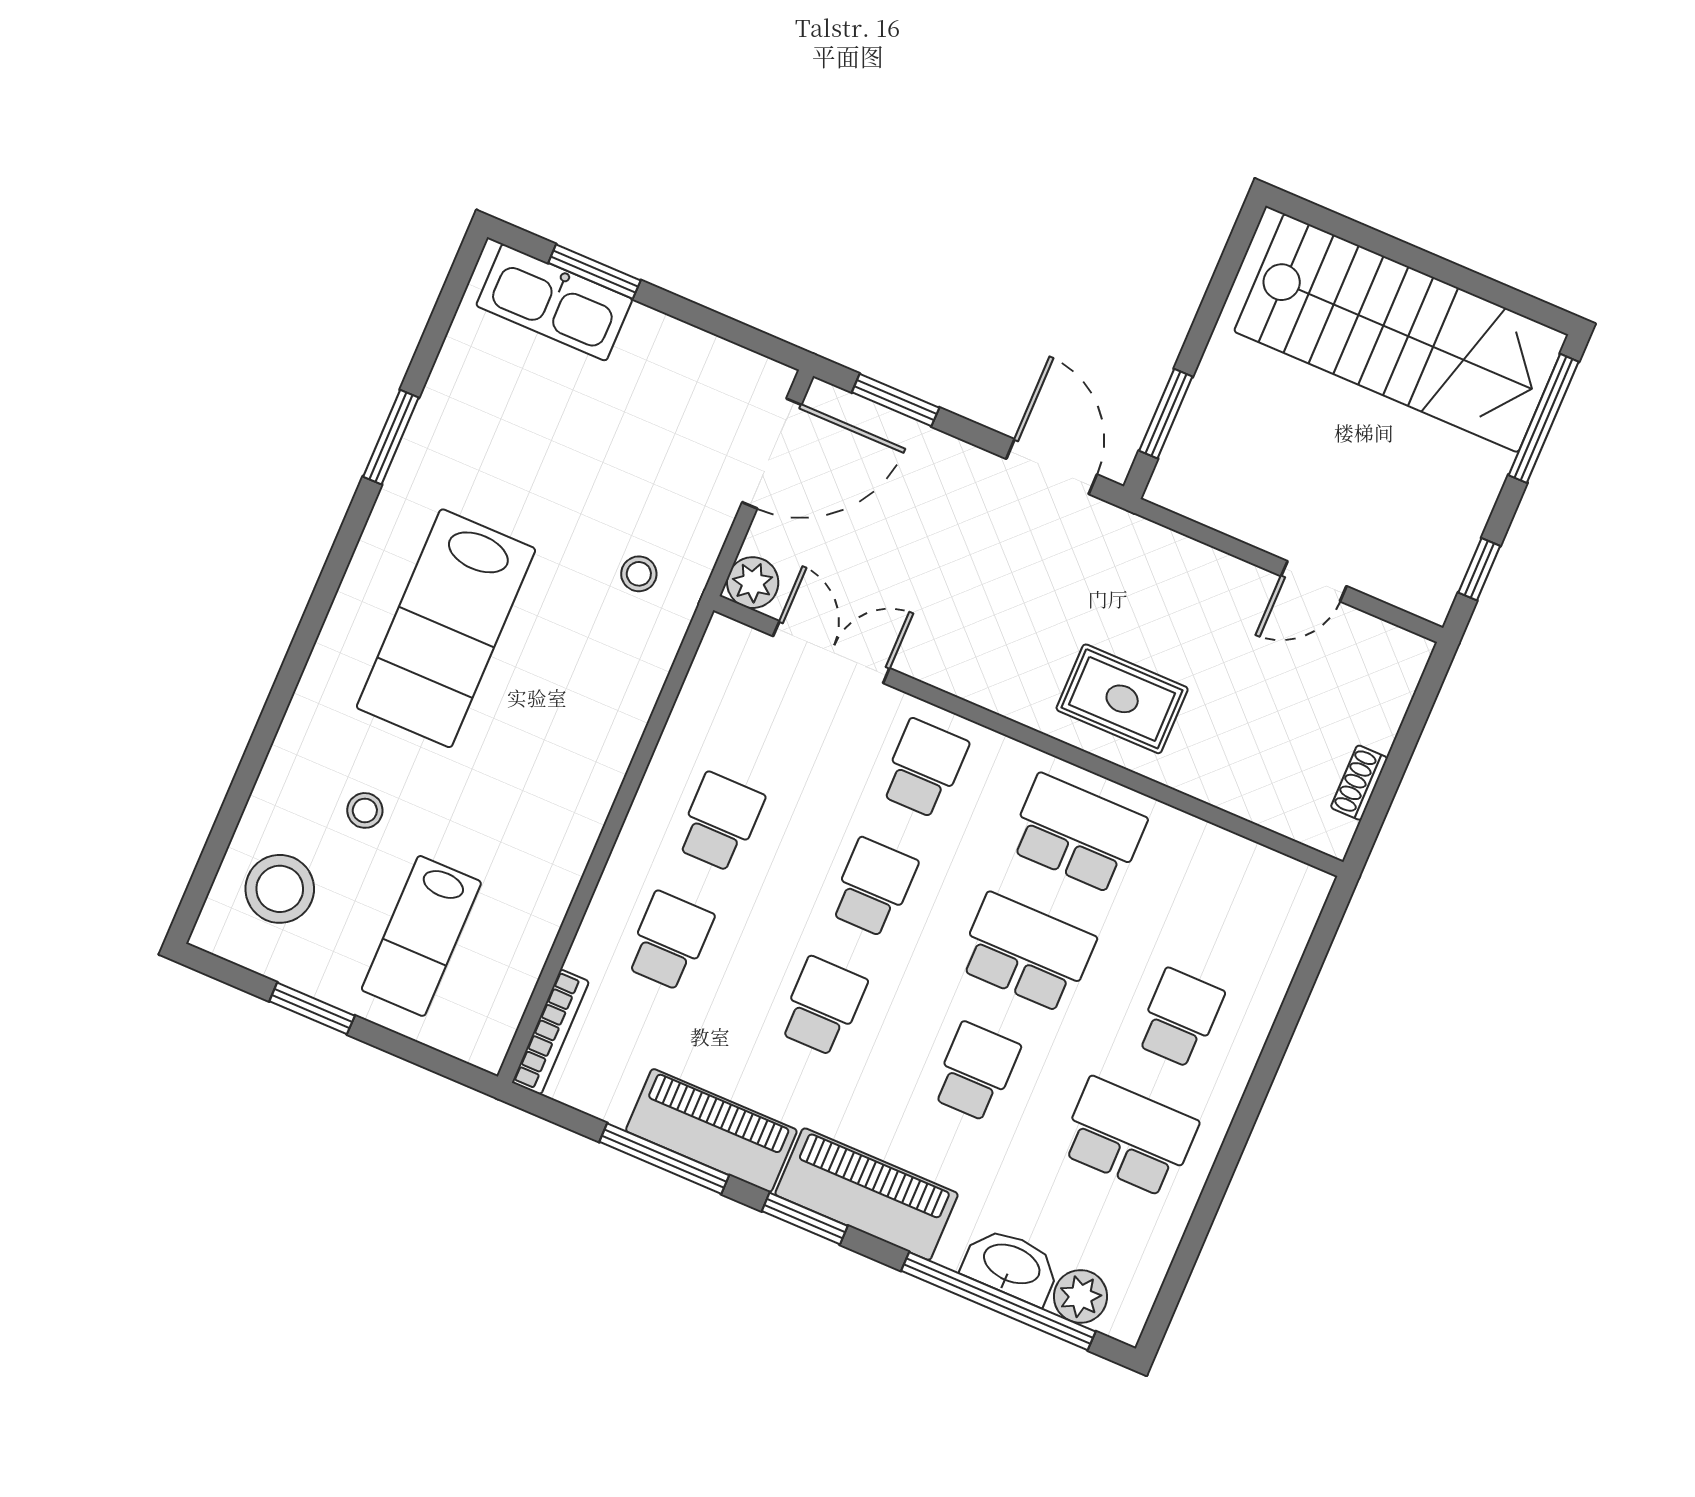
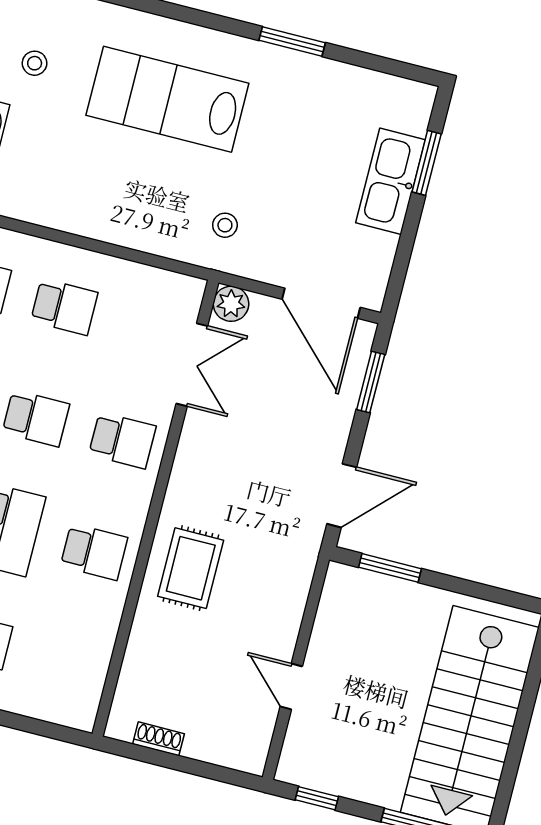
kitchen sink: (554, 302) -> (390, 181), moved
school desk: (1077, 834) -> (94, 552), width x0.54

